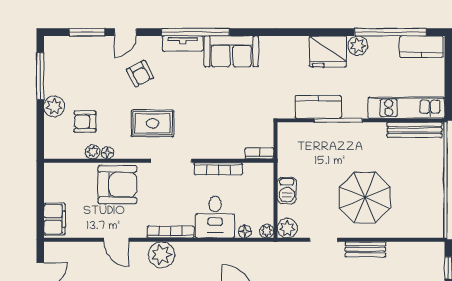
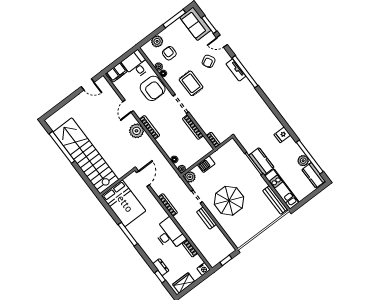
plant: (358, 46) -> (303, 161), moved
sofa: (231, 51) -> (195, 24), moved
fridge: (328, 51) -> (282, 135), width x0.53, depth x0.75
plant: (54, 107) -> (157, 41), moved
kitchen counter: (318, 107) -> (261, 161), moved
desk: (215, 217) -> (136, 65), moved, turned 90

